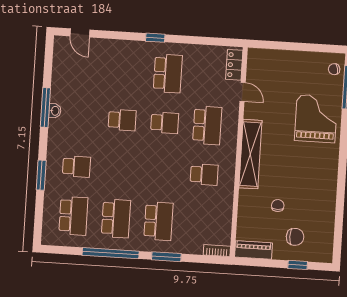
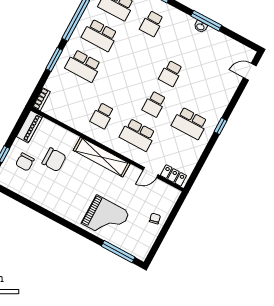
chair: (334, 69) -> (155, 219), moved
chair: (278, 206) -> (54, 160), width x1.87, depth x1.87

